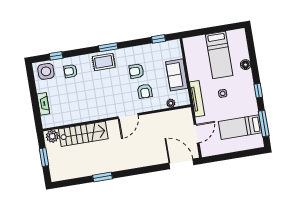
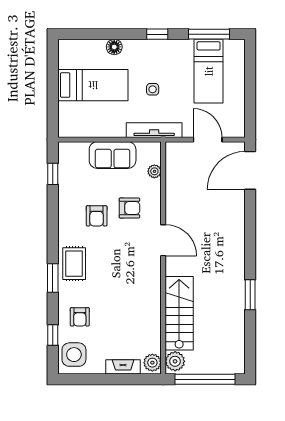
window: (108, 47) -> (53, 278), moved
plant: (49, 122) -> (152, 363), added
window: (44, 157) -> (205, 379), width x2.11

